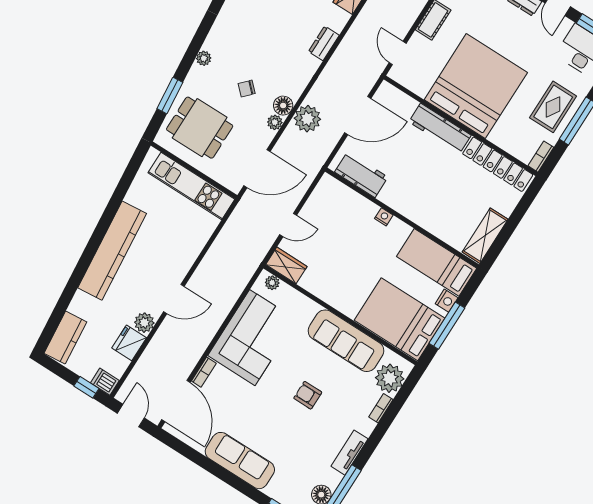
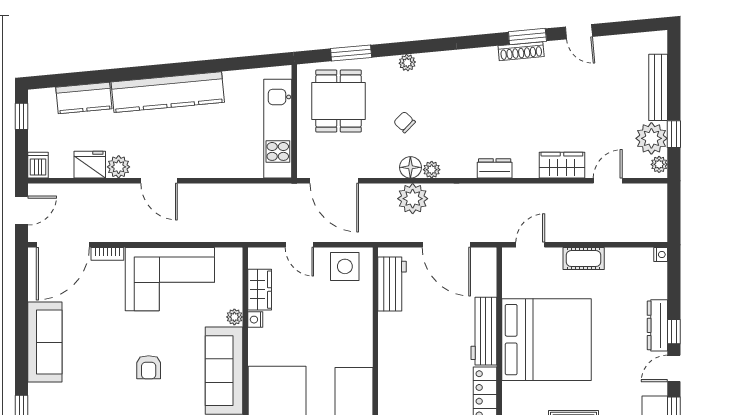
plant: (275, 122) -> (432, 170), moved
side table: (326, 201) -> (345, 266), added
nightstand: (384, 217) -> (255, 320), moved, turned 180
wardrobe: (286, 265) -> (260, 290), moved
plant: (272, 283) -> (234, 317), moved
kitchen counter: (65, 338) -> (84, 98), moved
window: (86, 387) -> (21, 116), moved
armchair: (308, 395) -> (149, 367), turned 180

